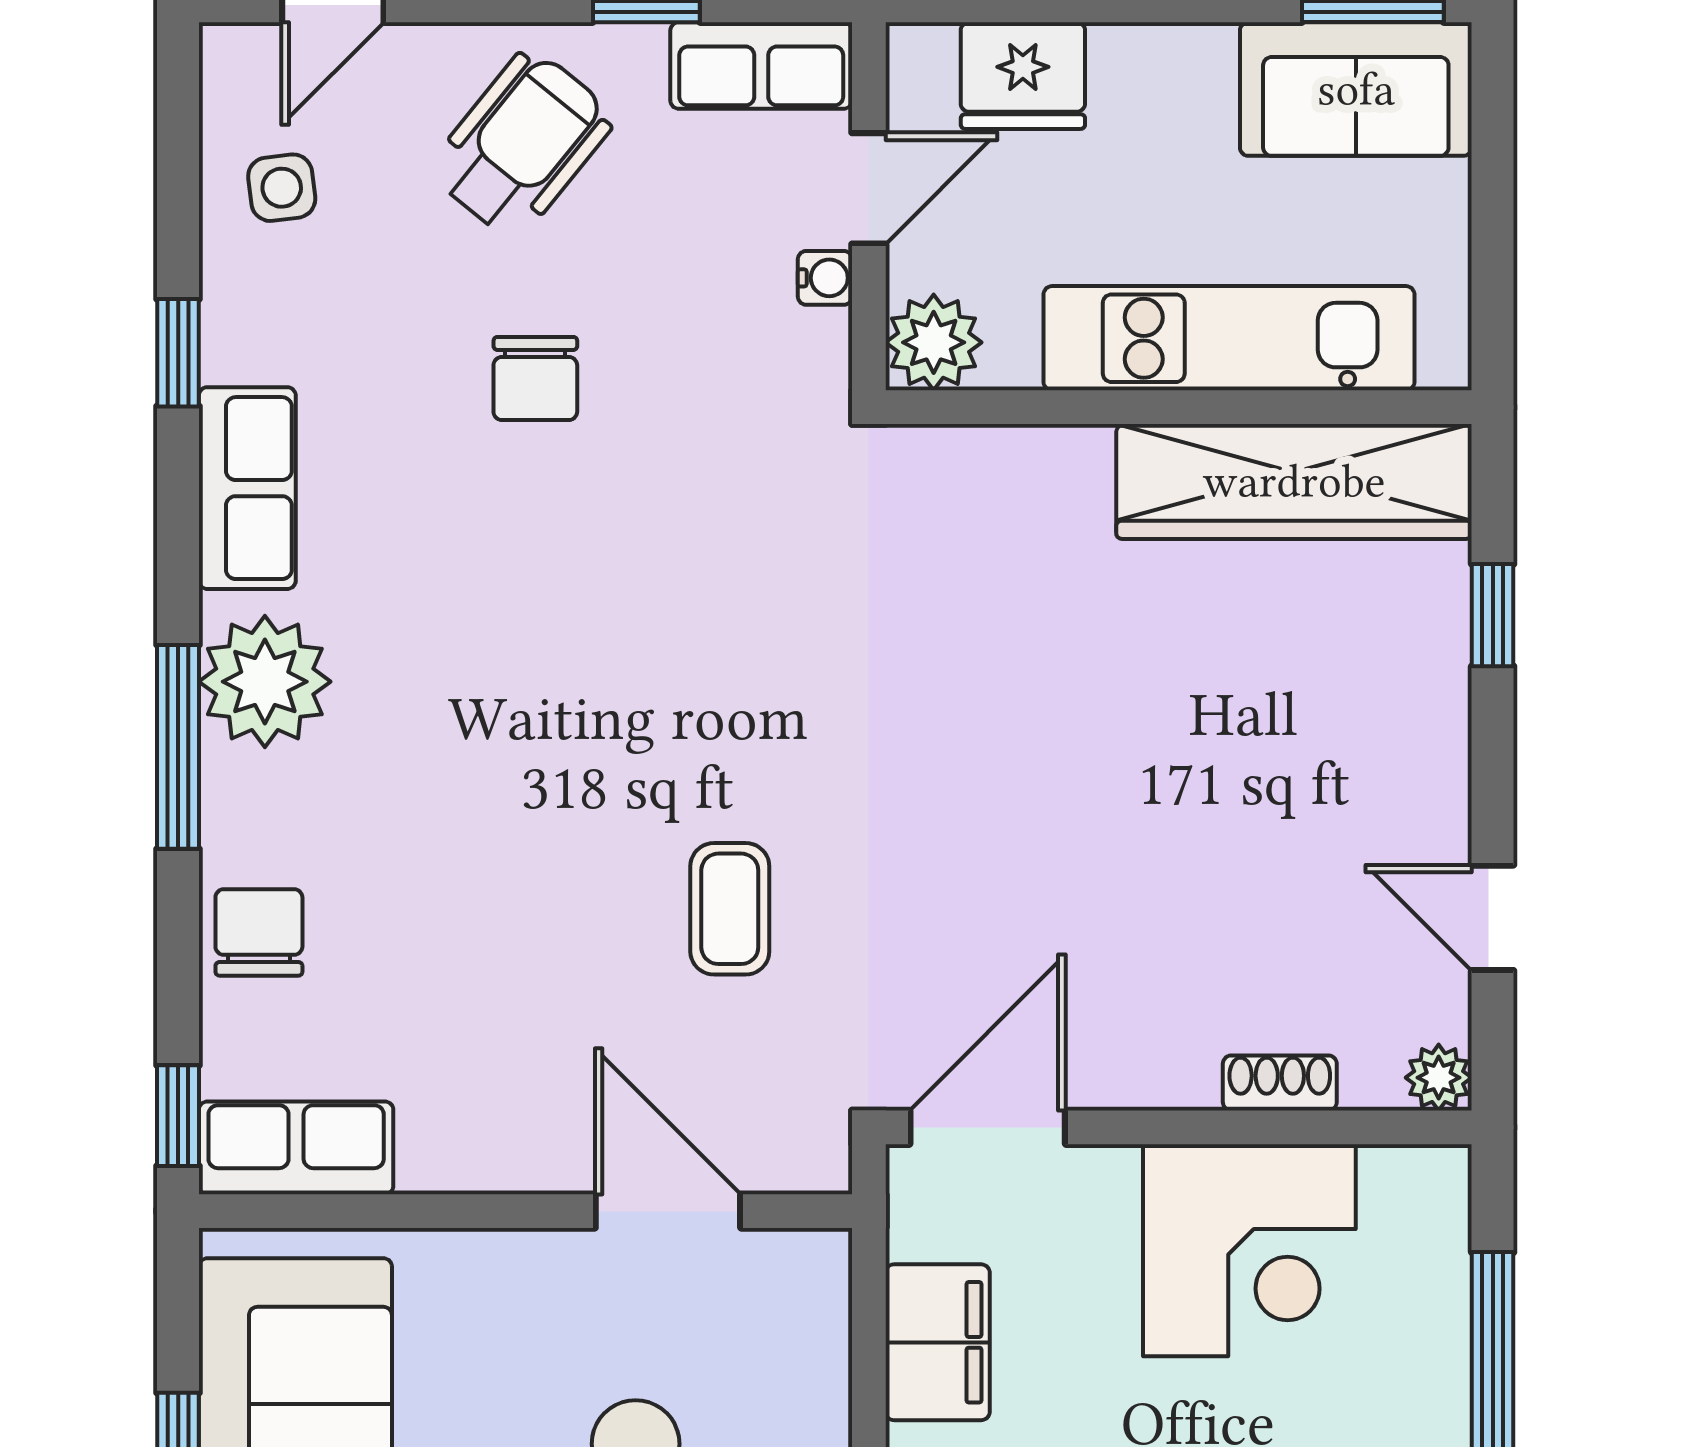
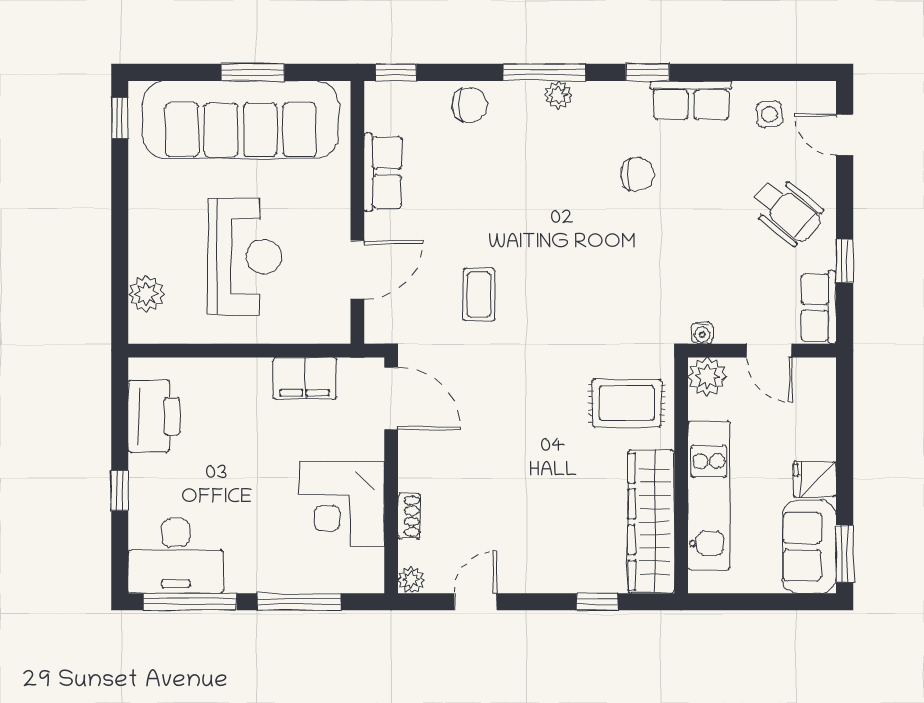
fridge: (1023, 76) -> (815, 479), moved, width x0.72
water cooler: (825, 278) -> (702, 333), moved
window: (178, 353) -> (647, 72), moved
chair: (535, 378) -> (637, 174), moved, turned 180
row of seats: (247, 488) -> (691, 100), moved
rug: (999, 542) -> (627, 403), added
plant: (265, 682) -> (558, 95), width x0.53, depth x0.53
coffee table: (730, 909) -> (479, 295), turned 90
row of seats: (296, 1148) -> (383, 172), moved

